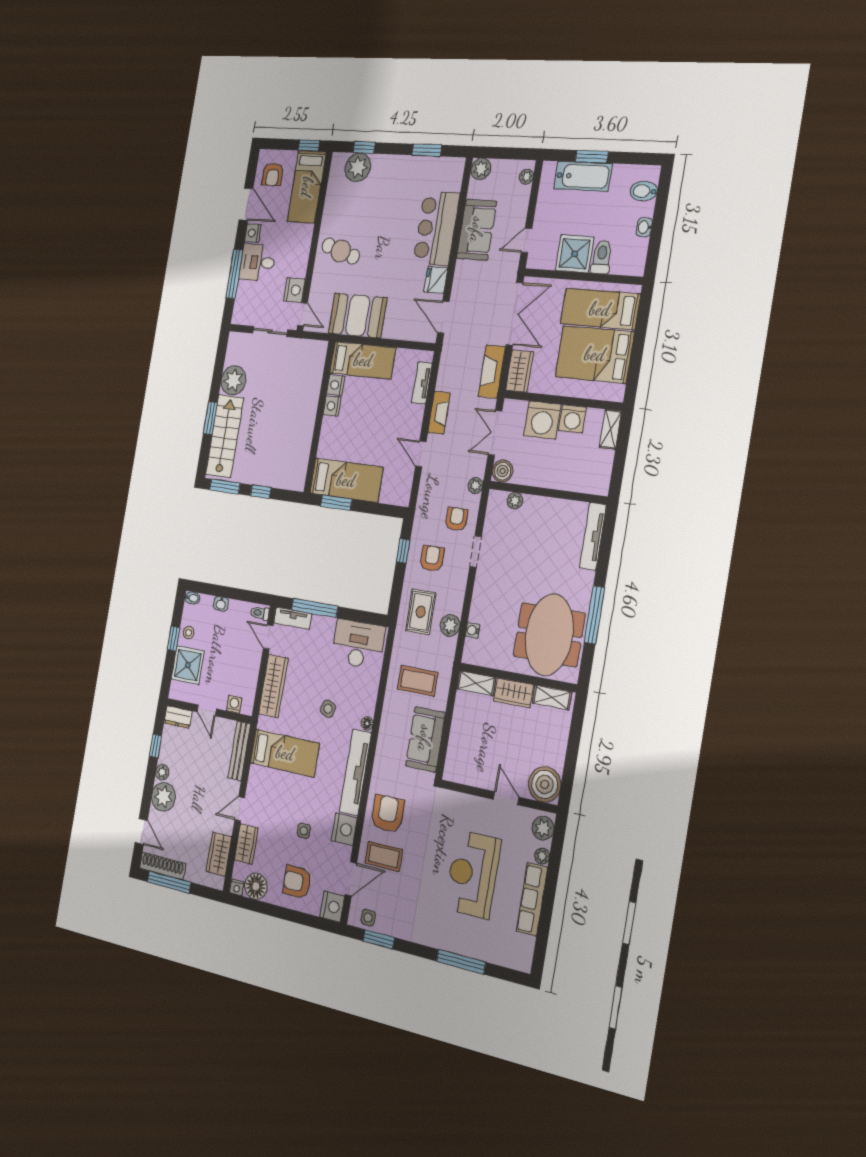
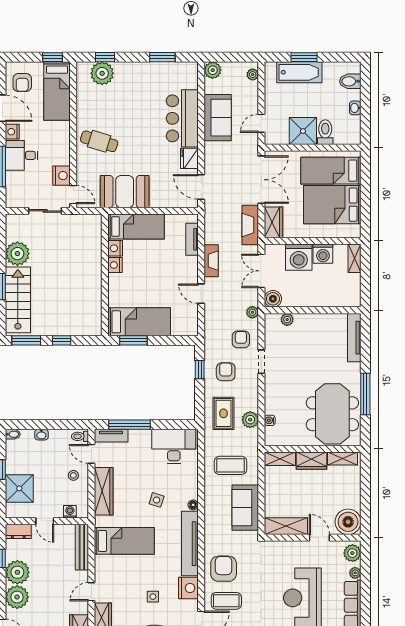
stool: (189, 633) -> (73, 475), moved
plant: (162, 772) -> (17, 572), width x1.88, depth x1.88
shelving: (469, 774) -> (286, 526), added

